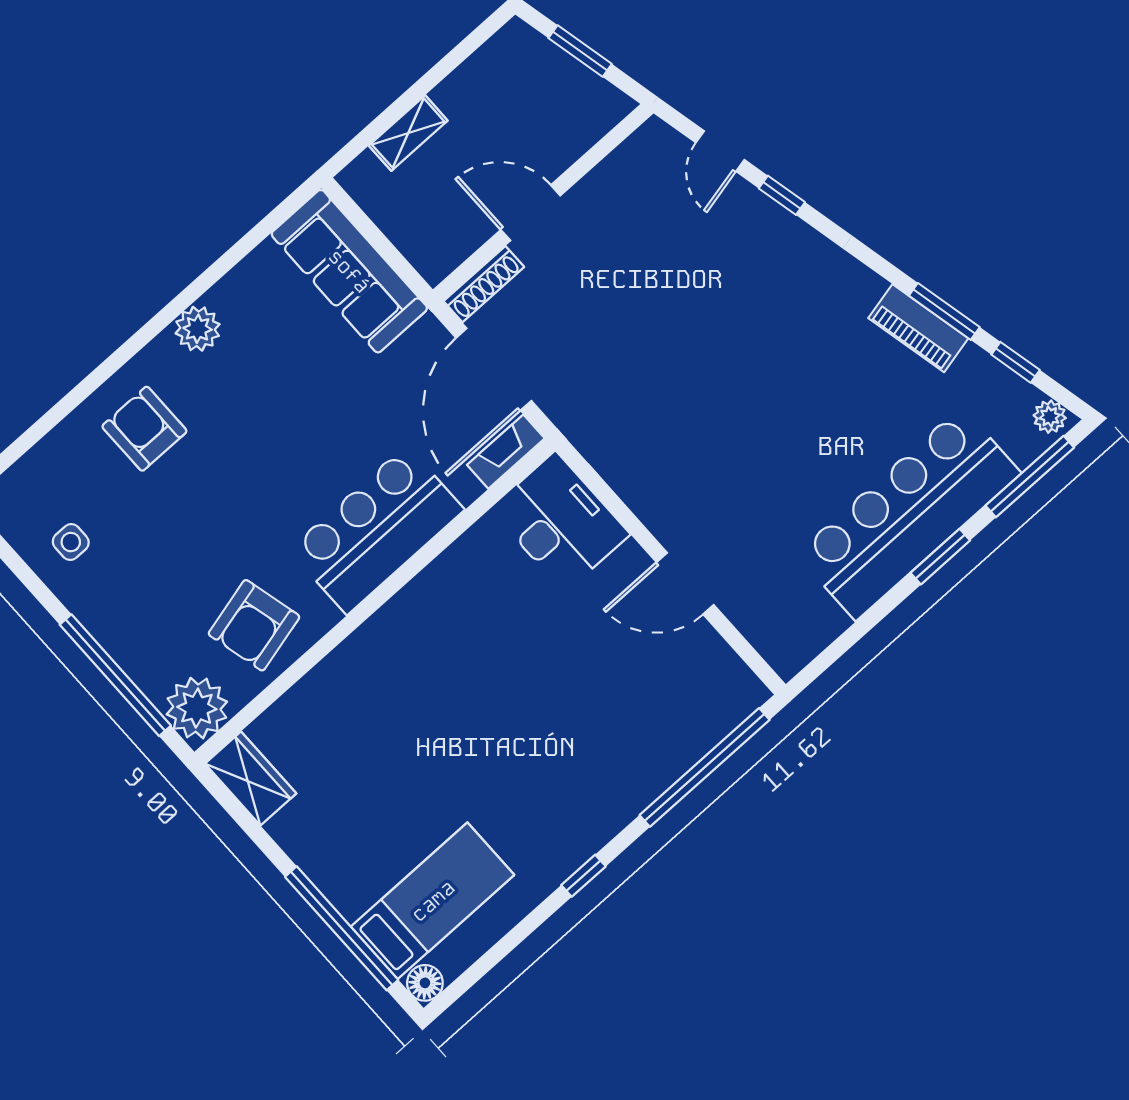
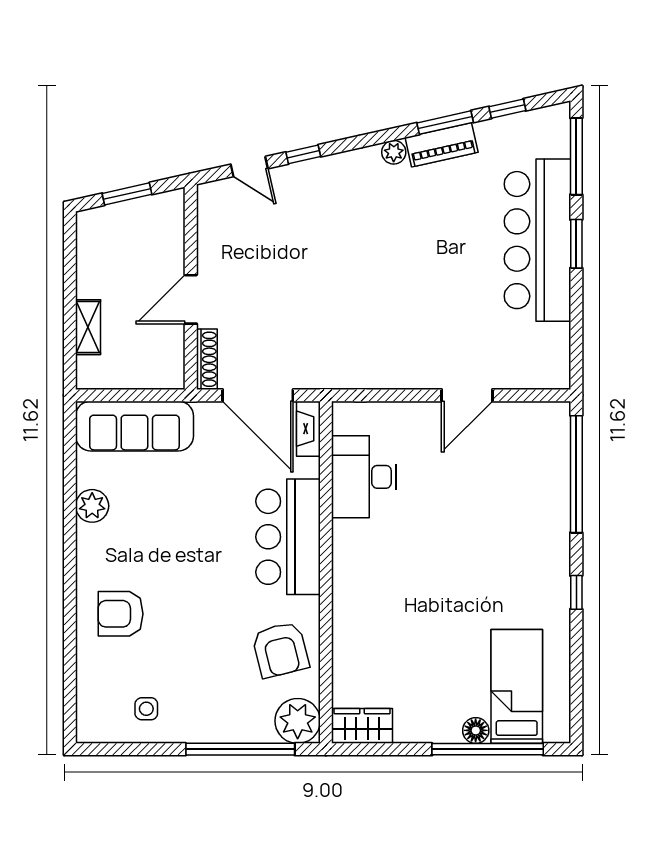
plant: (198, 329) -> (92, 506), moved
plant: (1050, 417) -> (394, 152), moved
desk: (560, 522) -> (364, 477), moved, turned -90
floor lamp: (425, 983) -> (476, 730), moved

